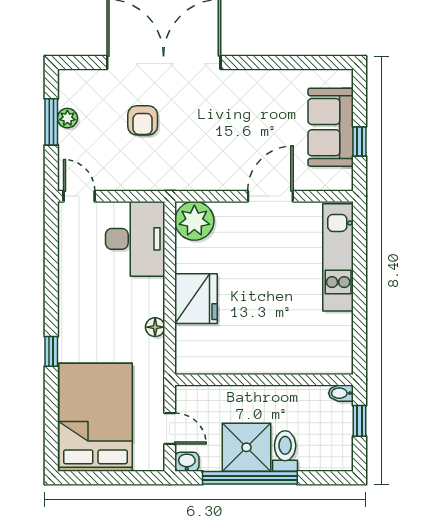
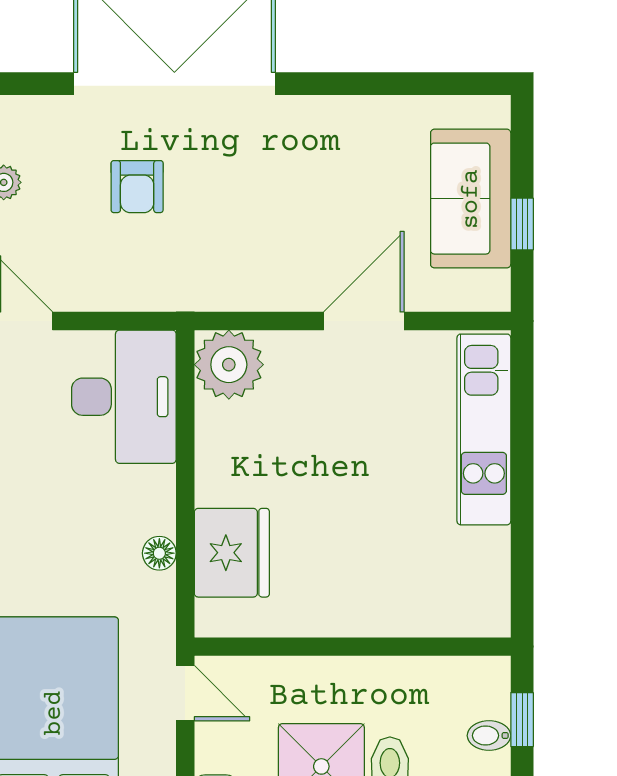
fridge: (196, 299) -> (232, 553), moved
bidet: (341, 393) -> (489, 736), moved
door: (170, 429) -> (185, 693), moved

